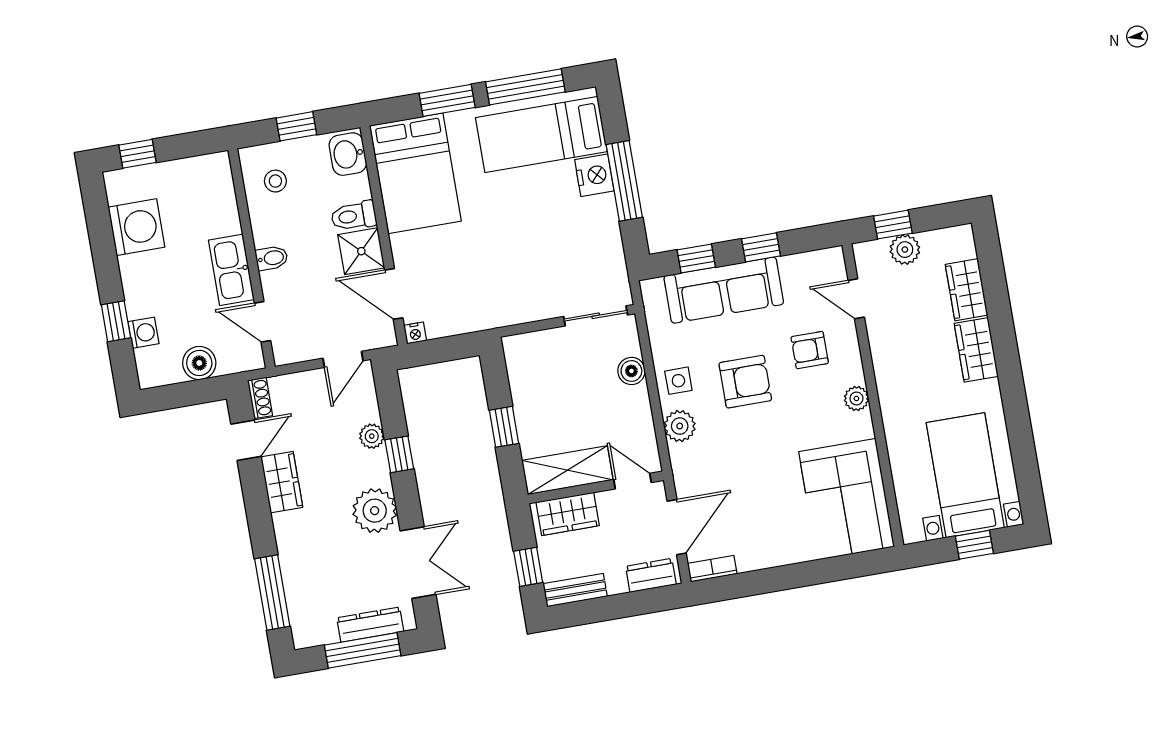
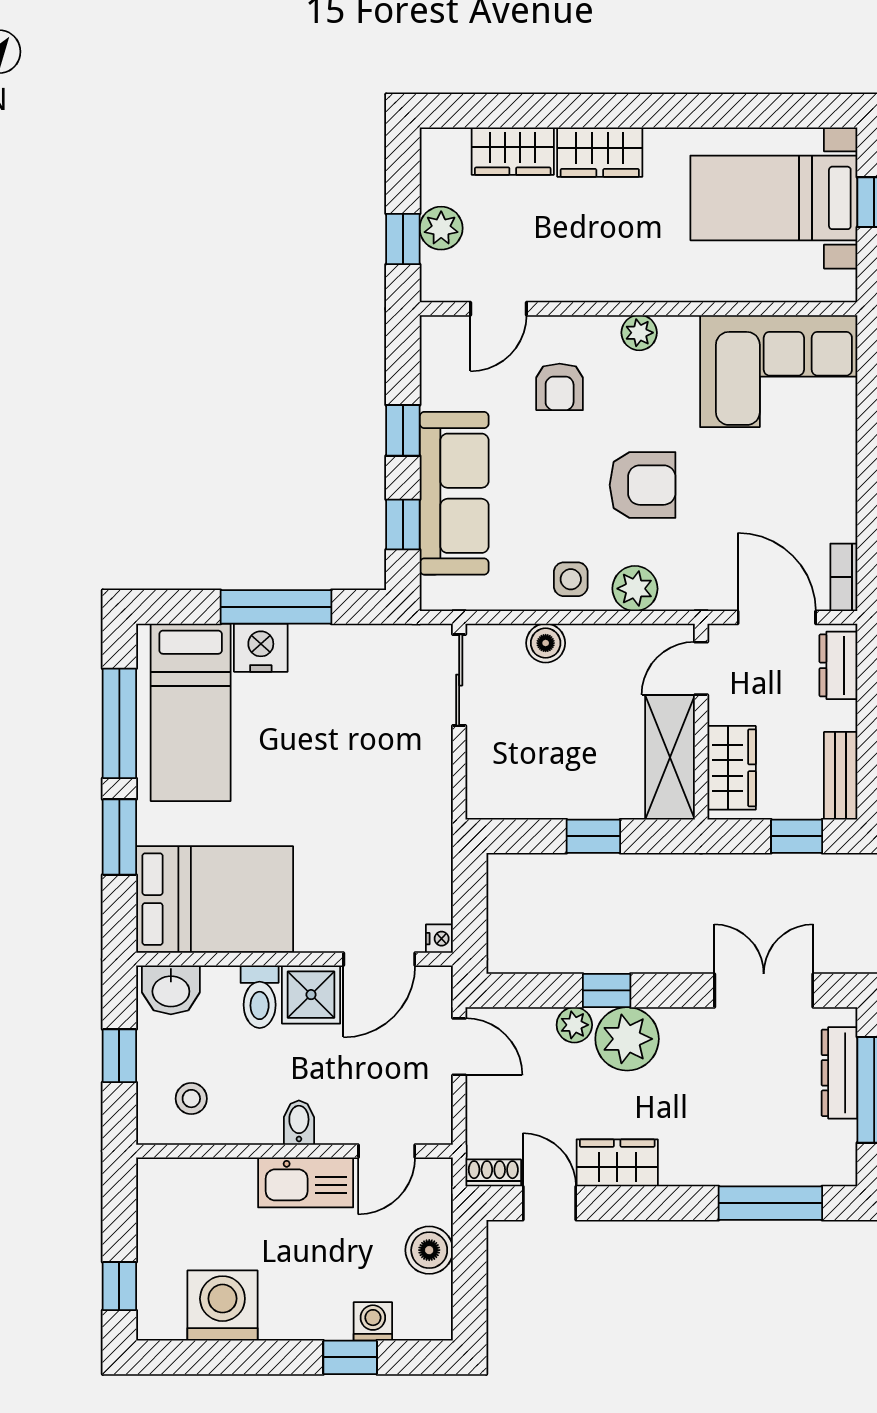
armchair: (745, 382) -> (643, 485), moved, turned 90
plant: (375, 511) -> (627, 1039), moved

